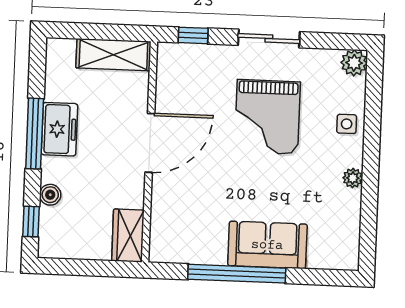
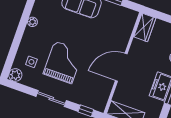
side table: (347, 124) -> (31, 62), moved

